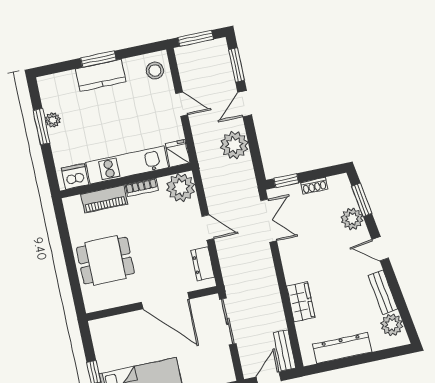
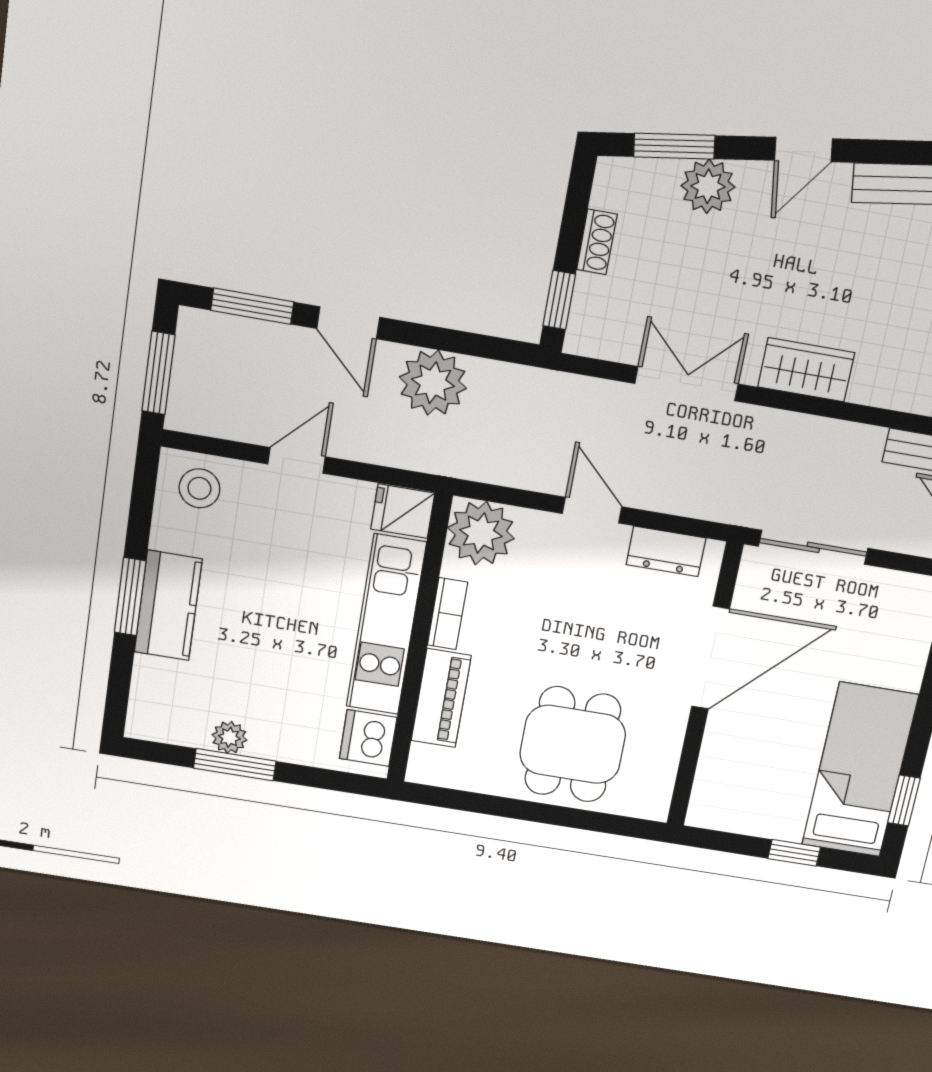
double door: (269, 221) -> (686, 384), moved
door: (208, 227) -> (592, 510), hinge flipped
wardrobe: (301, 302) -> (806, 370), moved

